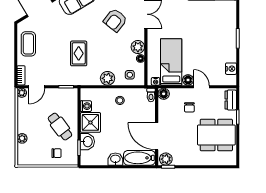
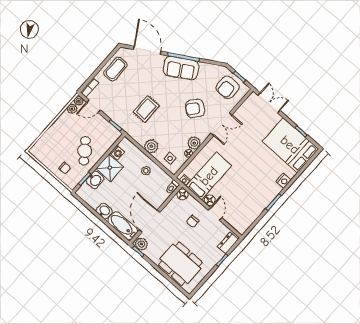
nightstand: (231, 69) -> (283, 181), moved
dining table: (216, 135) -> (180, 264), moved
plant: (22, 138) -> (72, 109), moved

